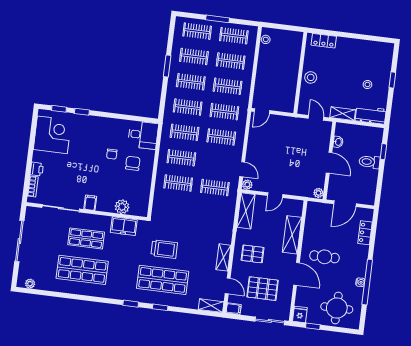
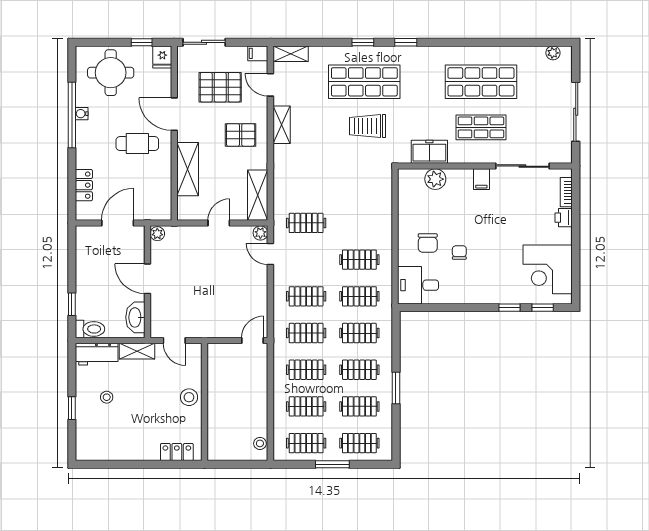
washbasin: (338, 142) -> (135, 317), width x1.91, depth x1.45
toilet: (369, 162) -> (90, 329), moved
clothes rail: (178, 183) -> (359, 223), removed

